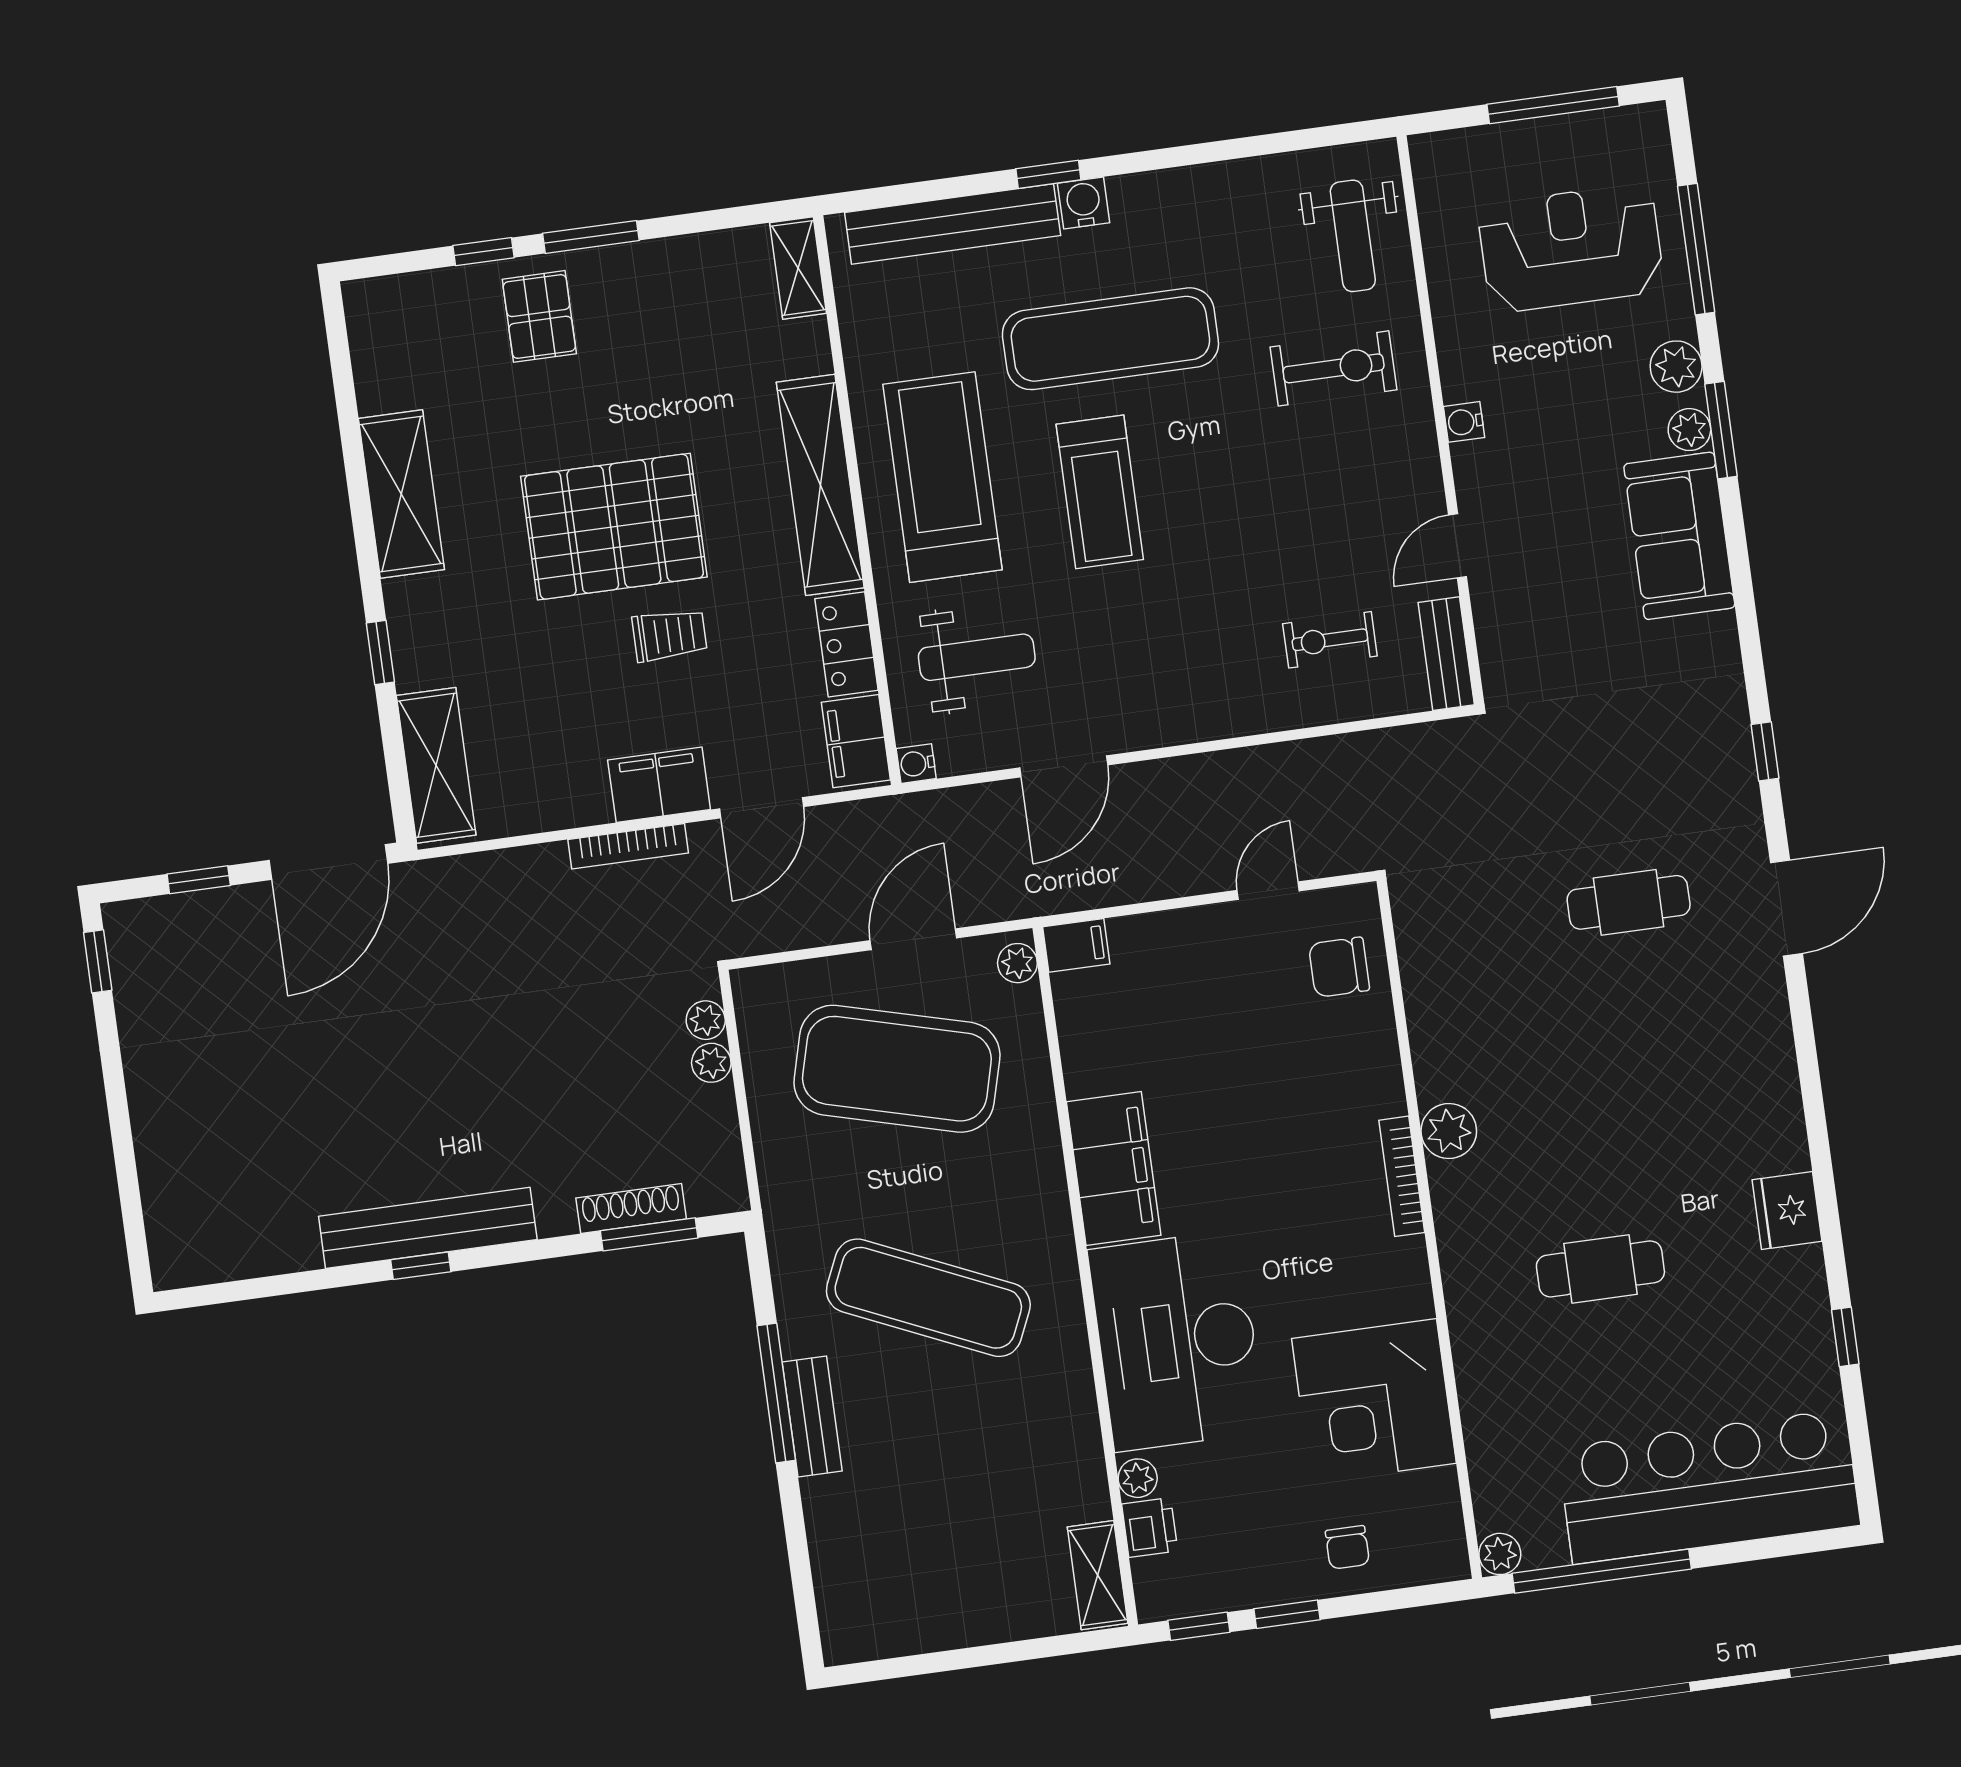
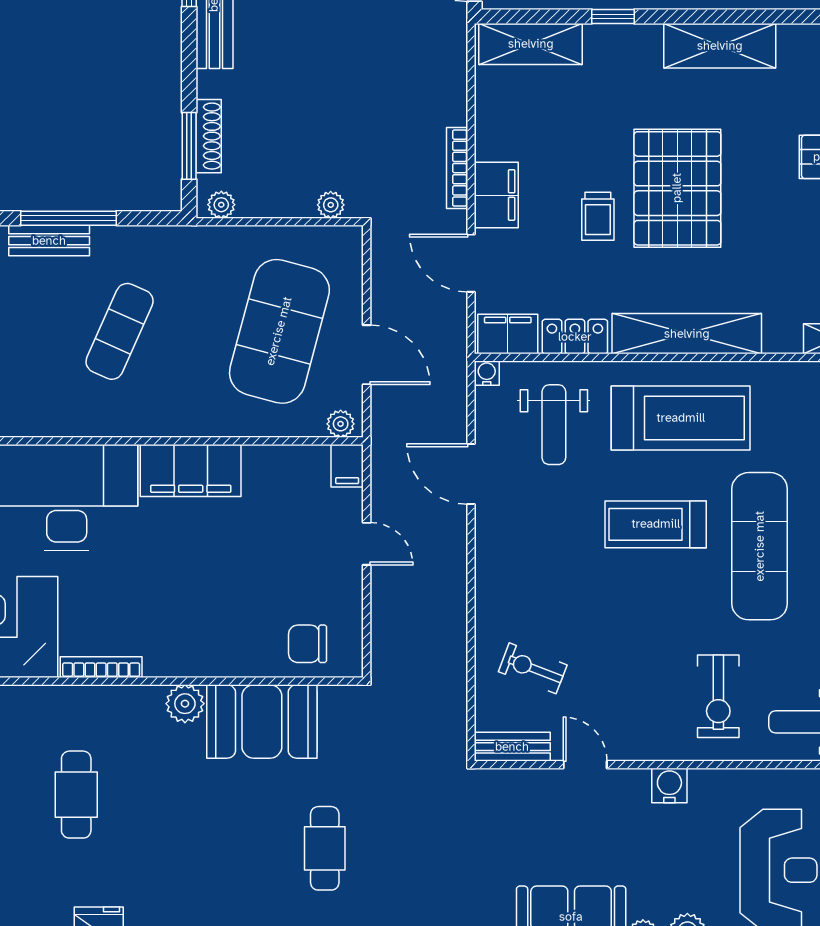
water cooler: (1464, 422) -> (669, 786), width x1.38, depth x1.38
exercise bike: (1330, 640) -> (533, 668), turned -69
door: (1268, 891) -> (367, 544), moved
chair: (1339, 967) -> (308, 644), turned -90
booth: (1459, 1017) -> (262, 721), added
plant: (711, 1063) -> (221, 205), moved
bookcase: (1402, 1176) -> (101, 667), moved
exercise mat: (928, 1298) -> (120, 331), width x0.73, depth x0.69

